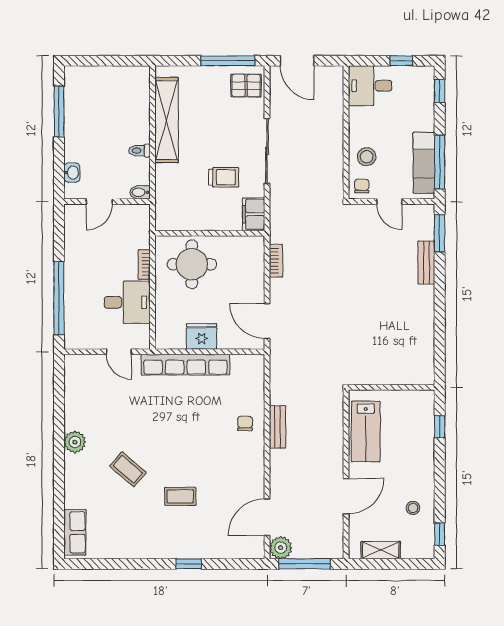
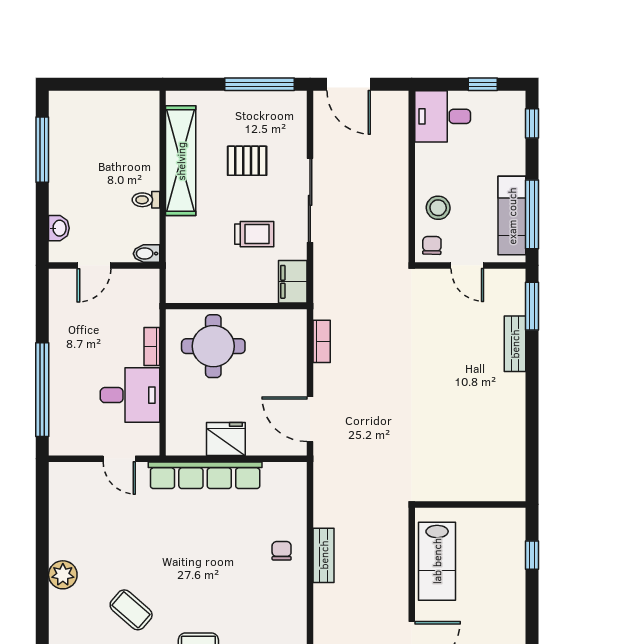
pallet: (246, 86) -> (247, 161), moved

